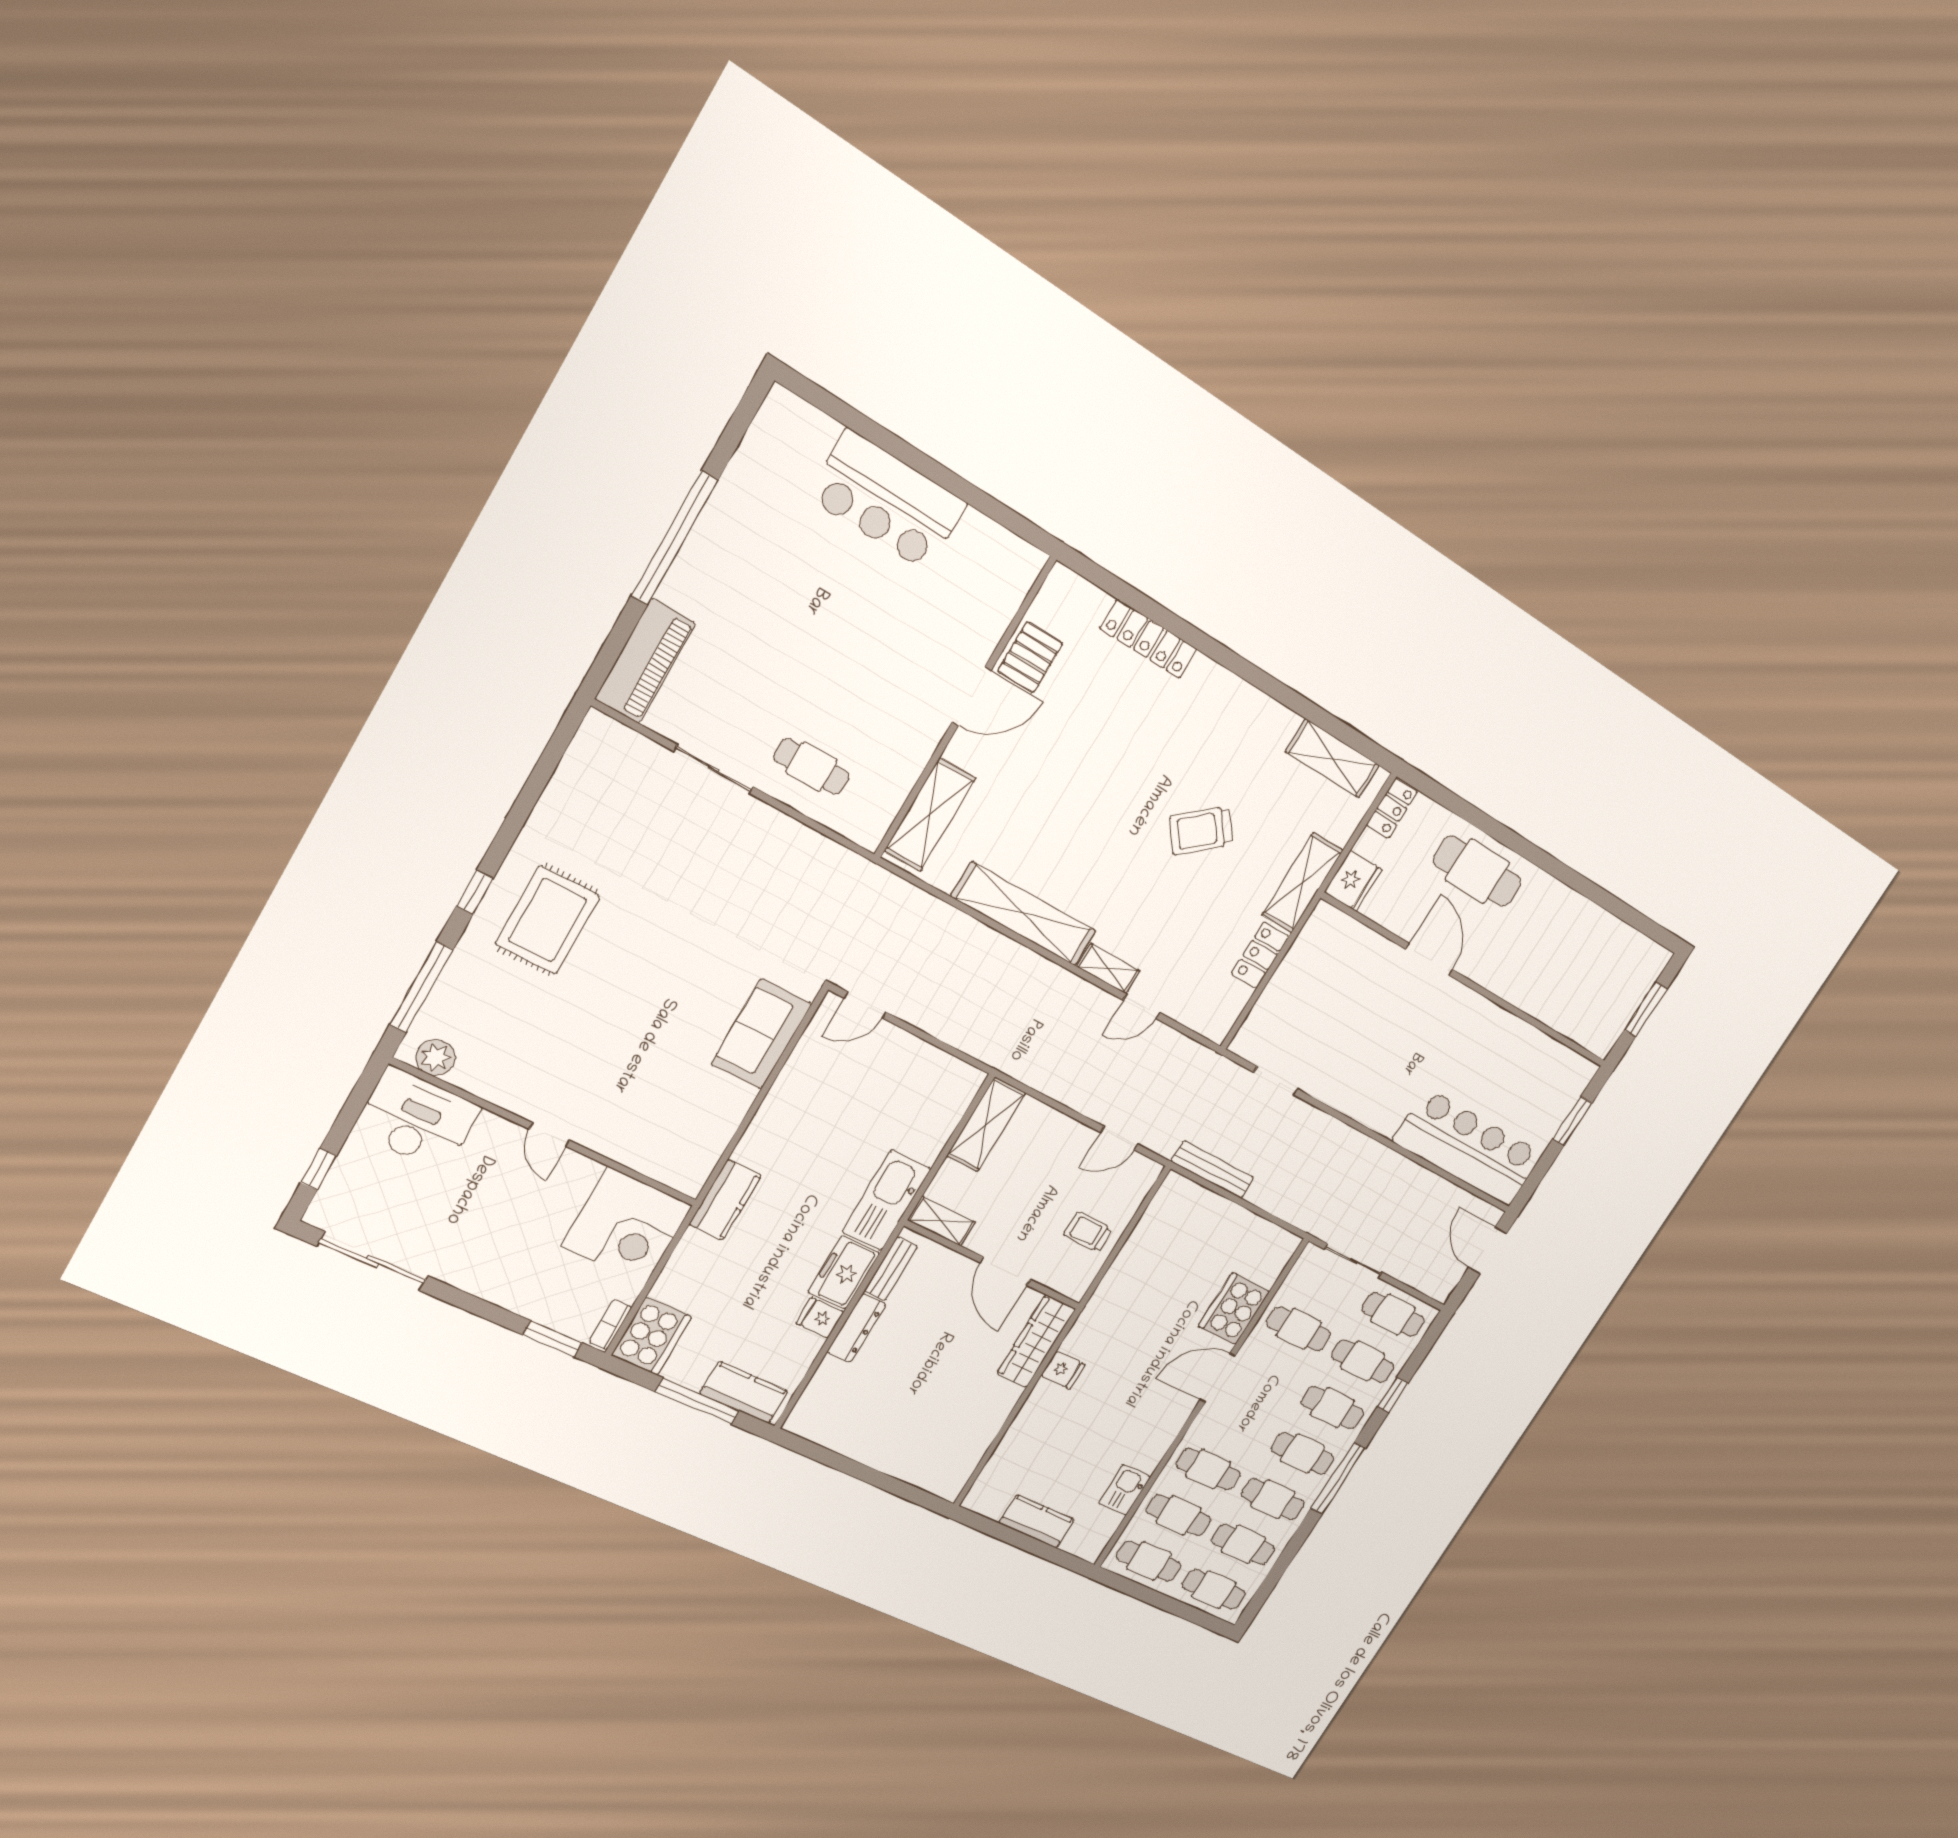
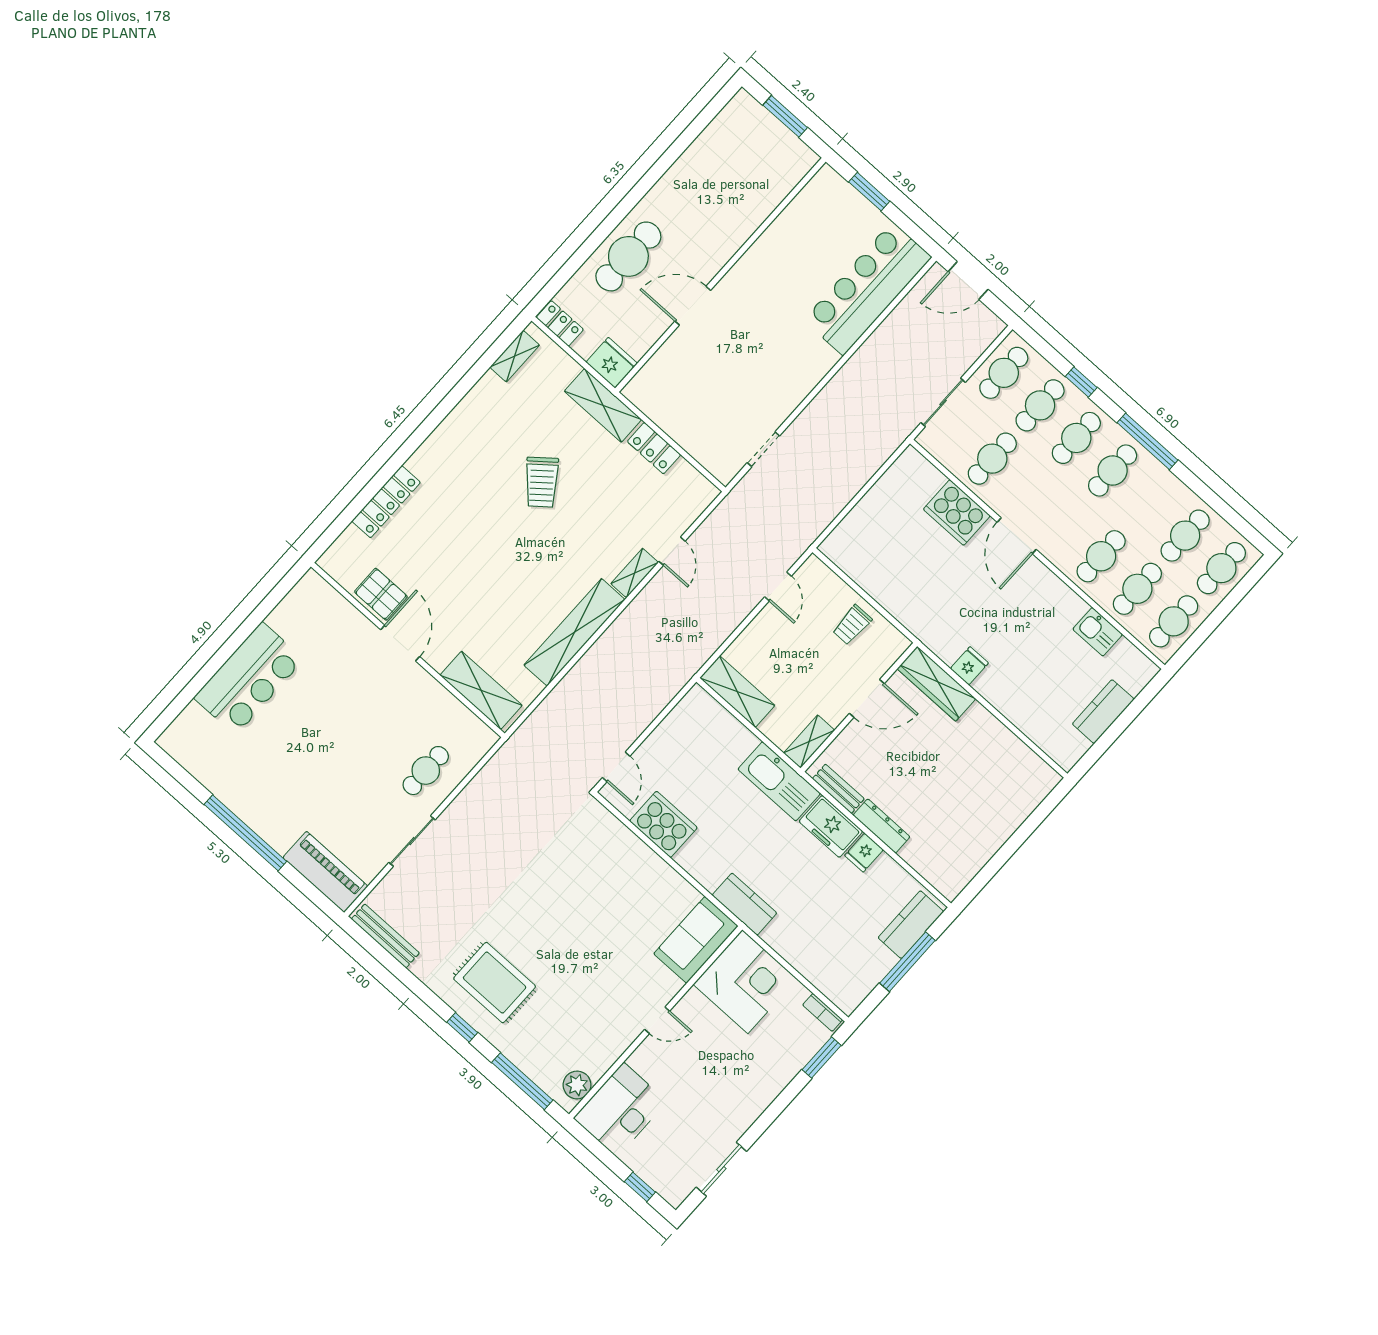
shelving: (1333, 759) -> (515, 356), width x0.67, depth x0.75
sofa: (761, 1034) -> (696, 940), moved, turned 90
bench: (1212, 1170) -> (385, 936), moved, turned 90
sliding door: (372, 1261) -> (721, 1169), width x0.73
cooker: (651, 1336) -> (663, 824), moved
cafe table: (1273, 1499) -> (1149, 503), removed

